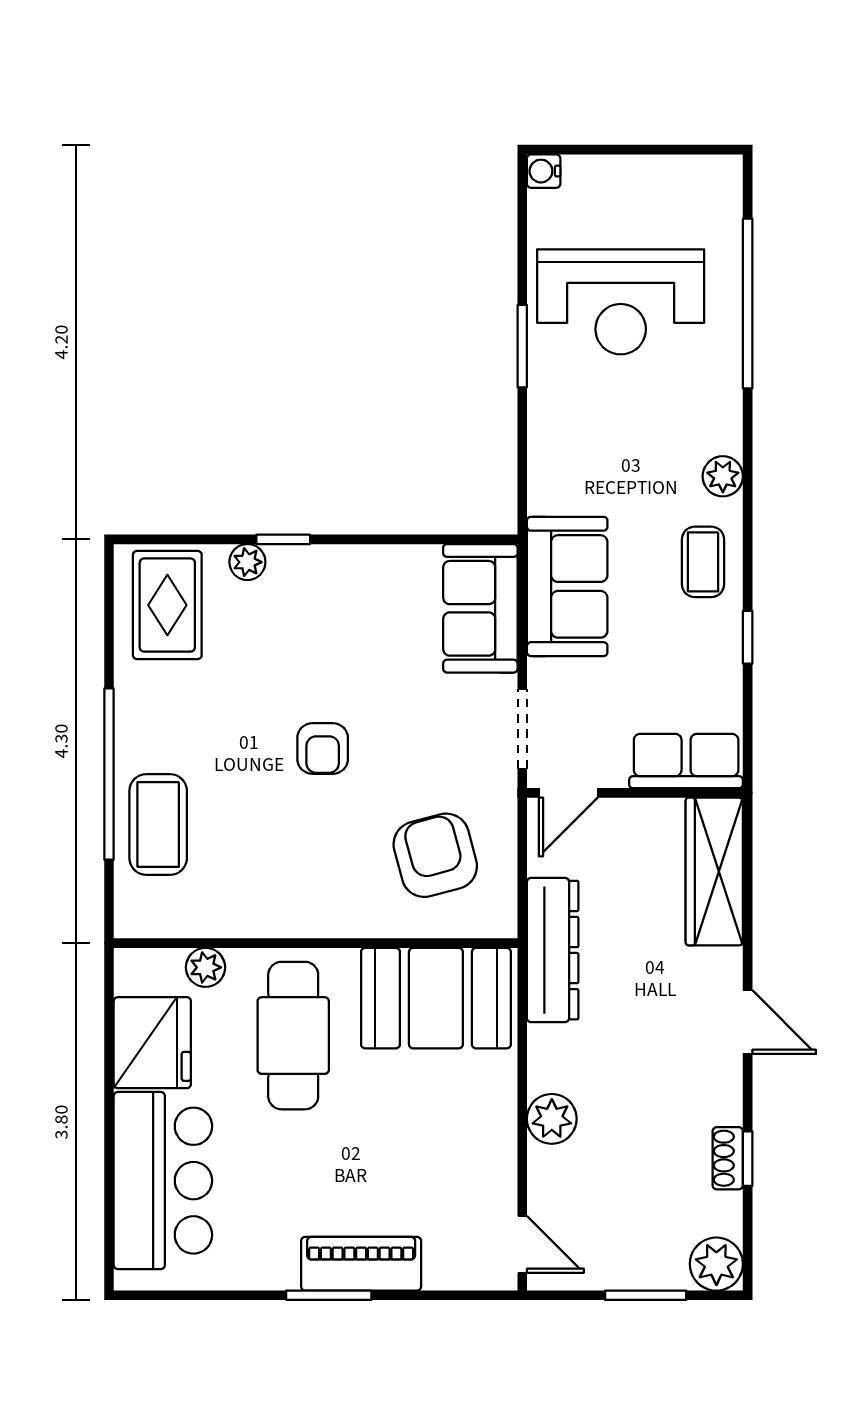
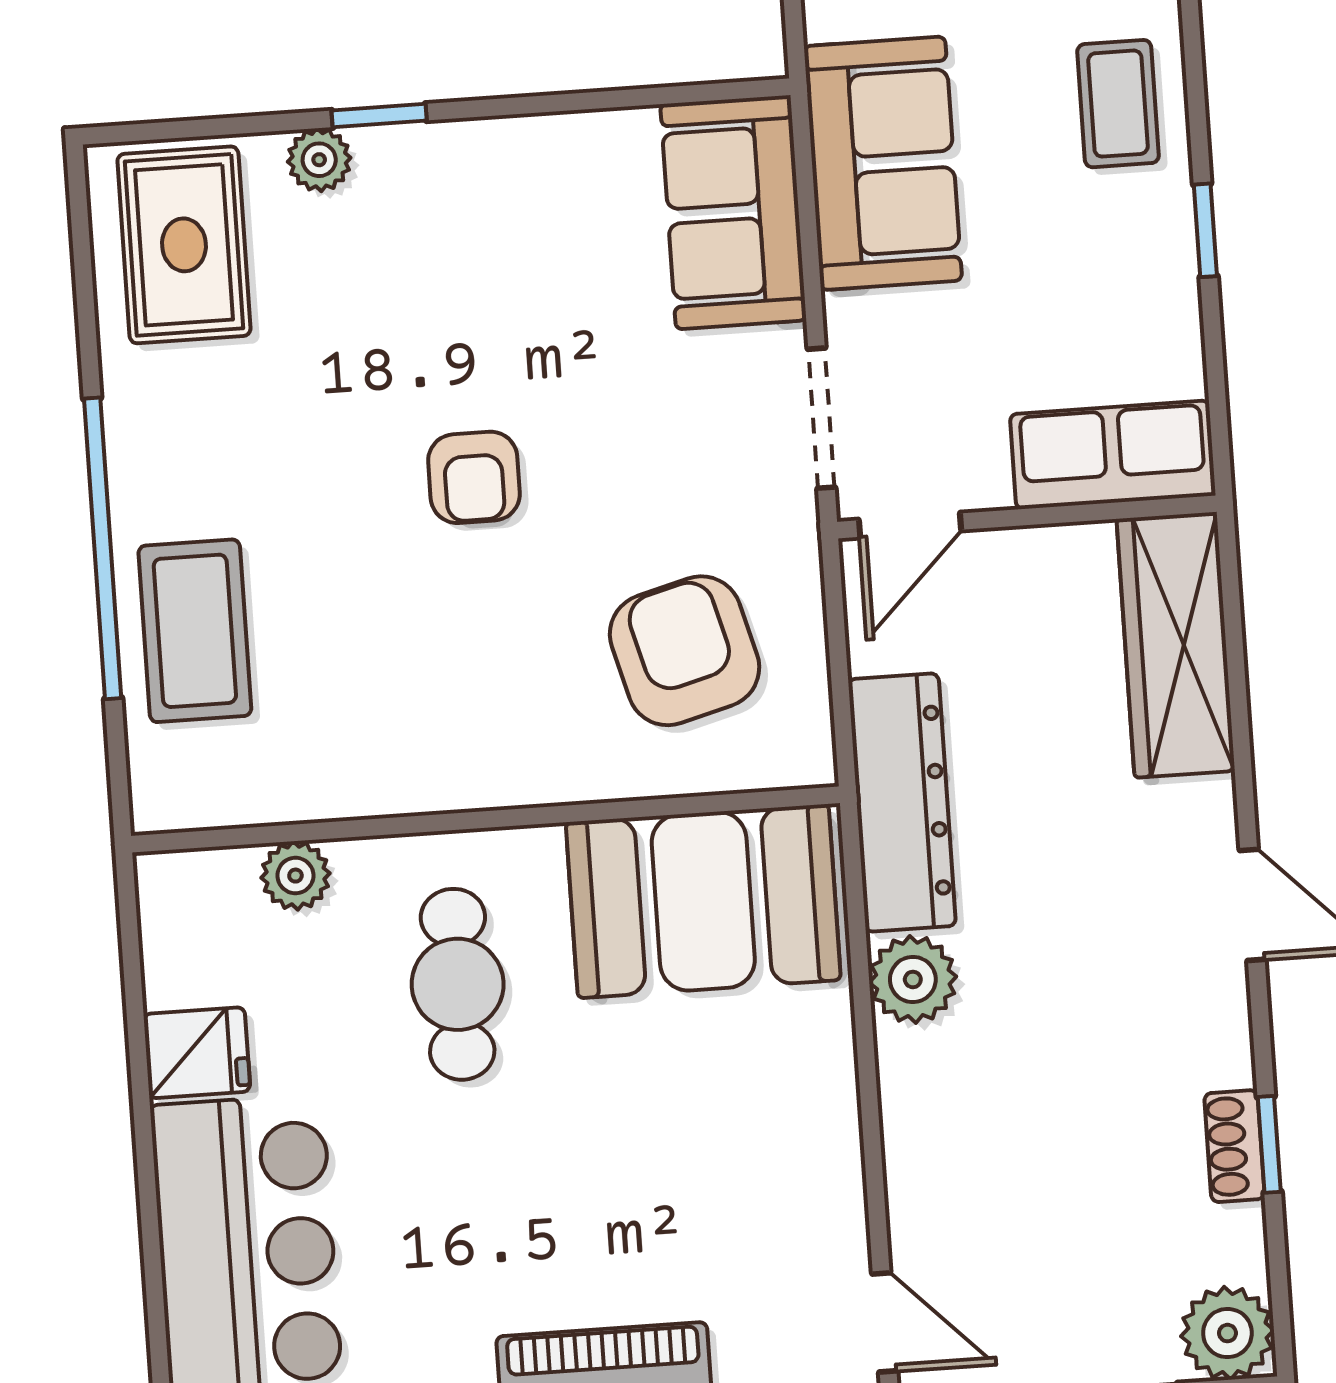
cafe table: (293, 1036) -> (458, 984), width x0.73, depth x0.74
fridge: (152, 1043) -> (197, 1053), width x0.53, depth x0.75
plant: (552, 1119) -> (913, 979), moved

